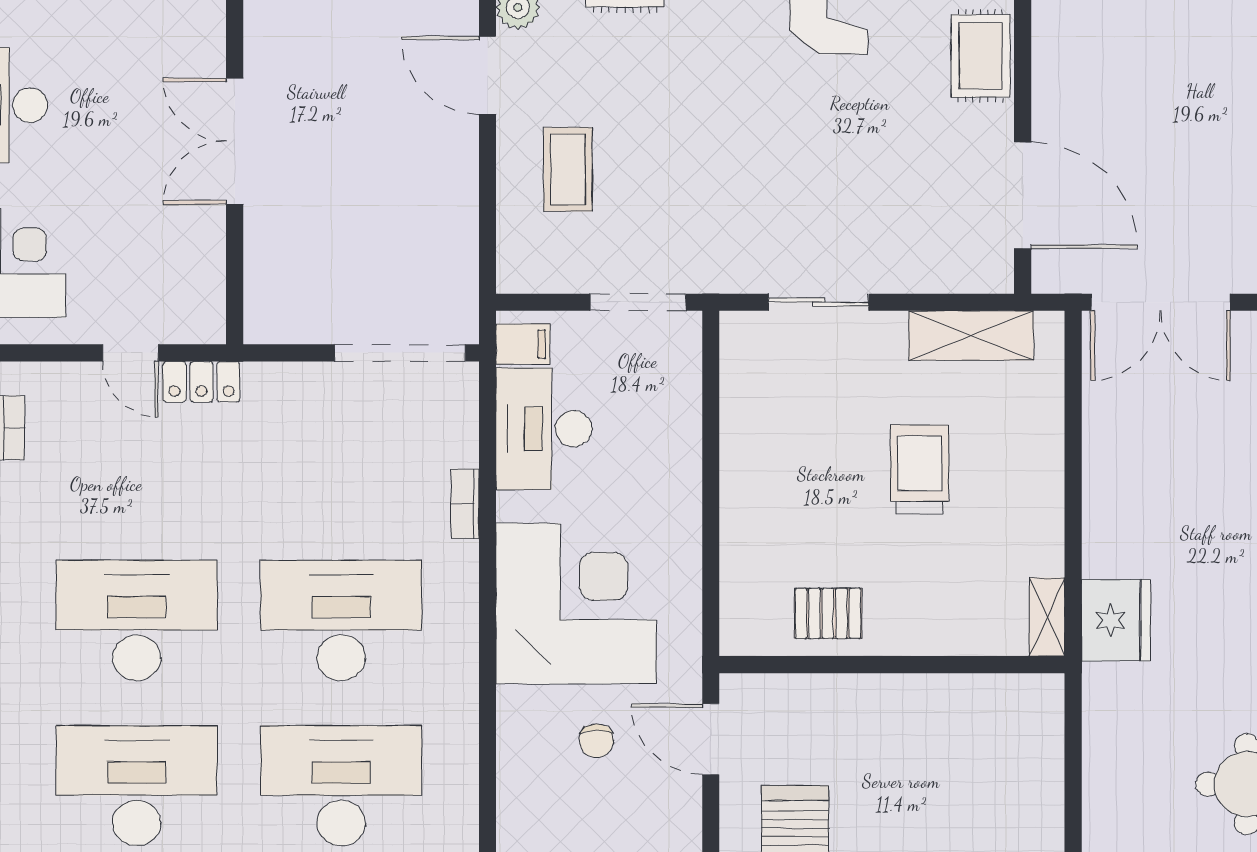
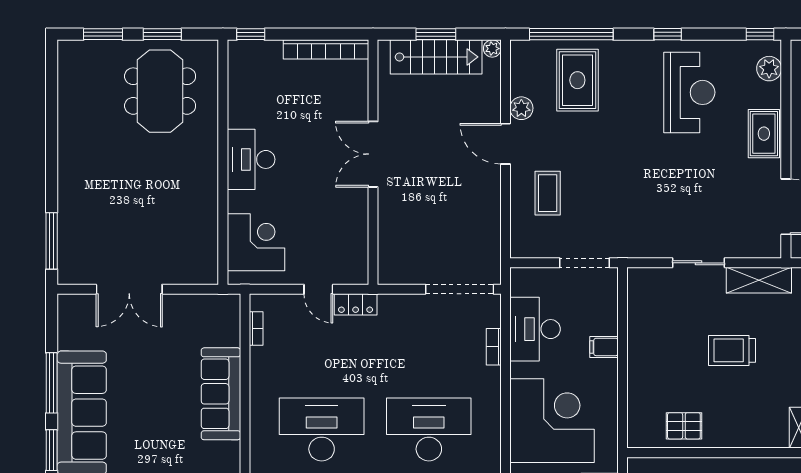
double door: (235, 141) -> (373, 154), moved
sliding door: (819, 302) -> (698, 263), moved
filing cabinet: (523, 344) -> (604, 347), moved, turned 180
trolley: (920, 470) -> (732, 350), turned -90
bookcase: (465, 504) -> (494, 347), moved

